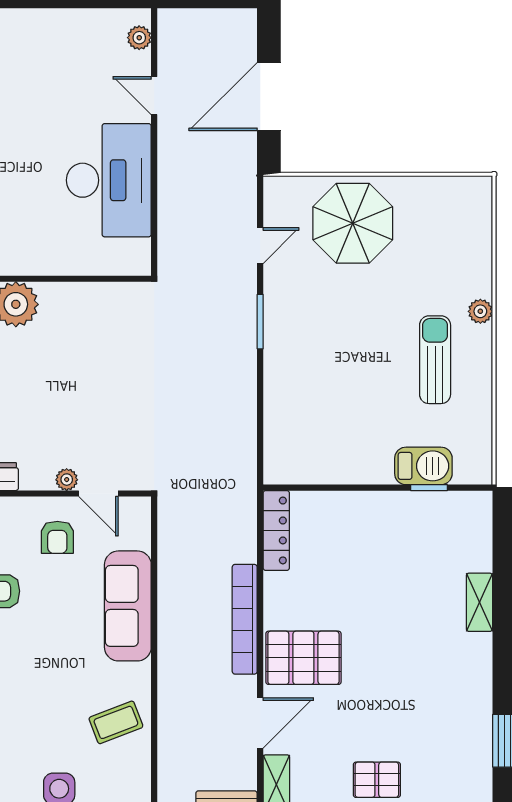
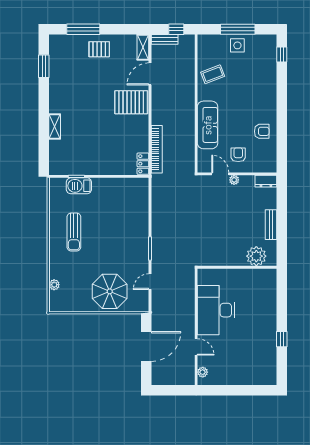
plant: (480, 311) -> (54, 285), moved
locker: (276, 530) -> (143, 164), width x0.66
bookcase: (245, 619) -> (157, 149), moved

